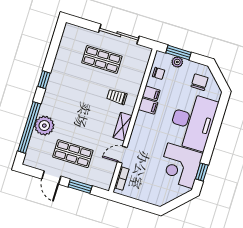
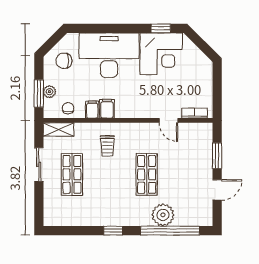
sliding door: (119, 34) -> (39, 164), width x0.73
shelving: (123, 127) -> (59, 130), moved
shop shelf: (73, 154) -> (147, 174), moved

